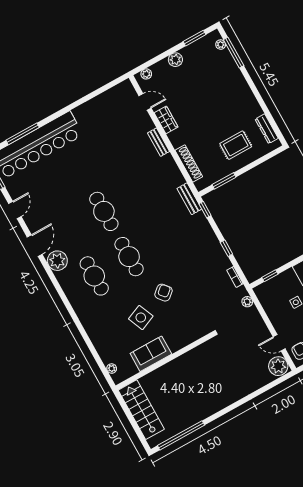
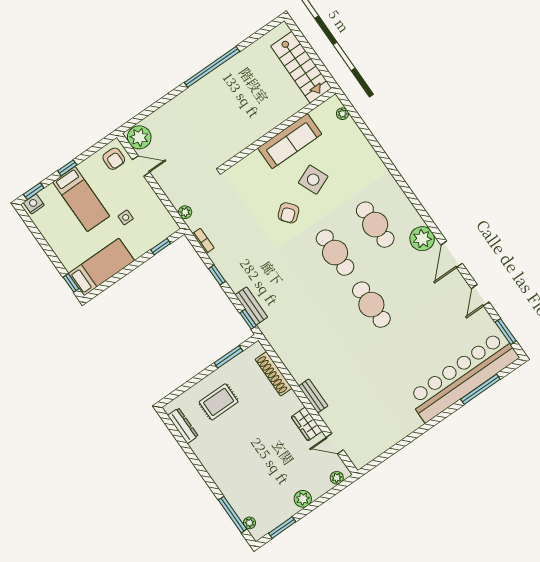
bench: (189, 199) -> (251, 306), moved
sofa: (151, 354) -> (290, 141), width x1.36
window: (181, 435) -> (212, 67), moved

